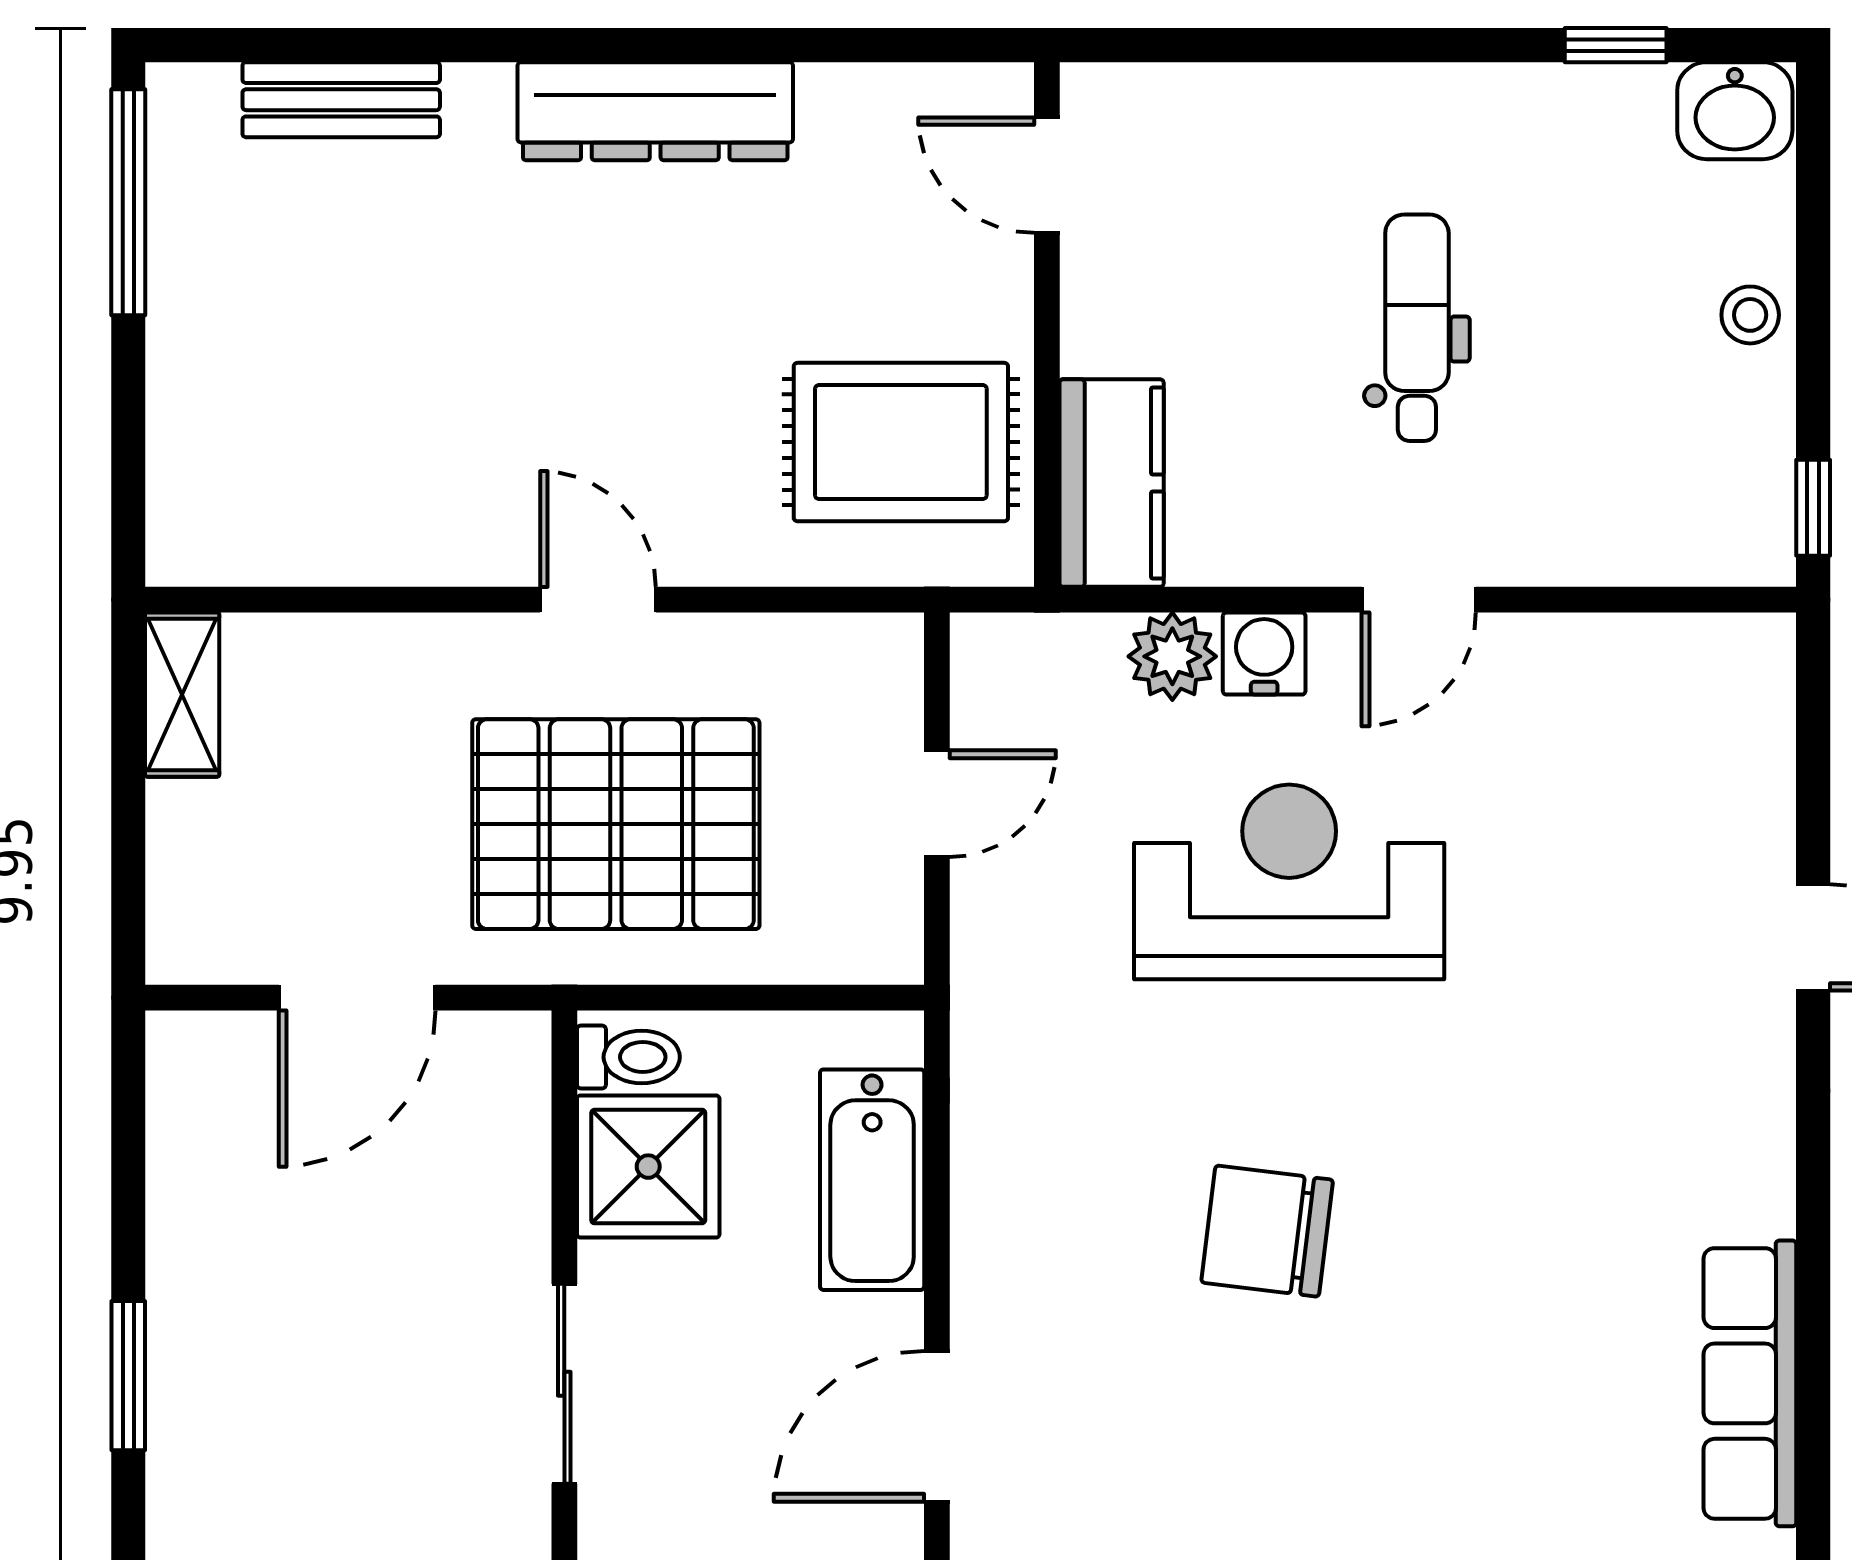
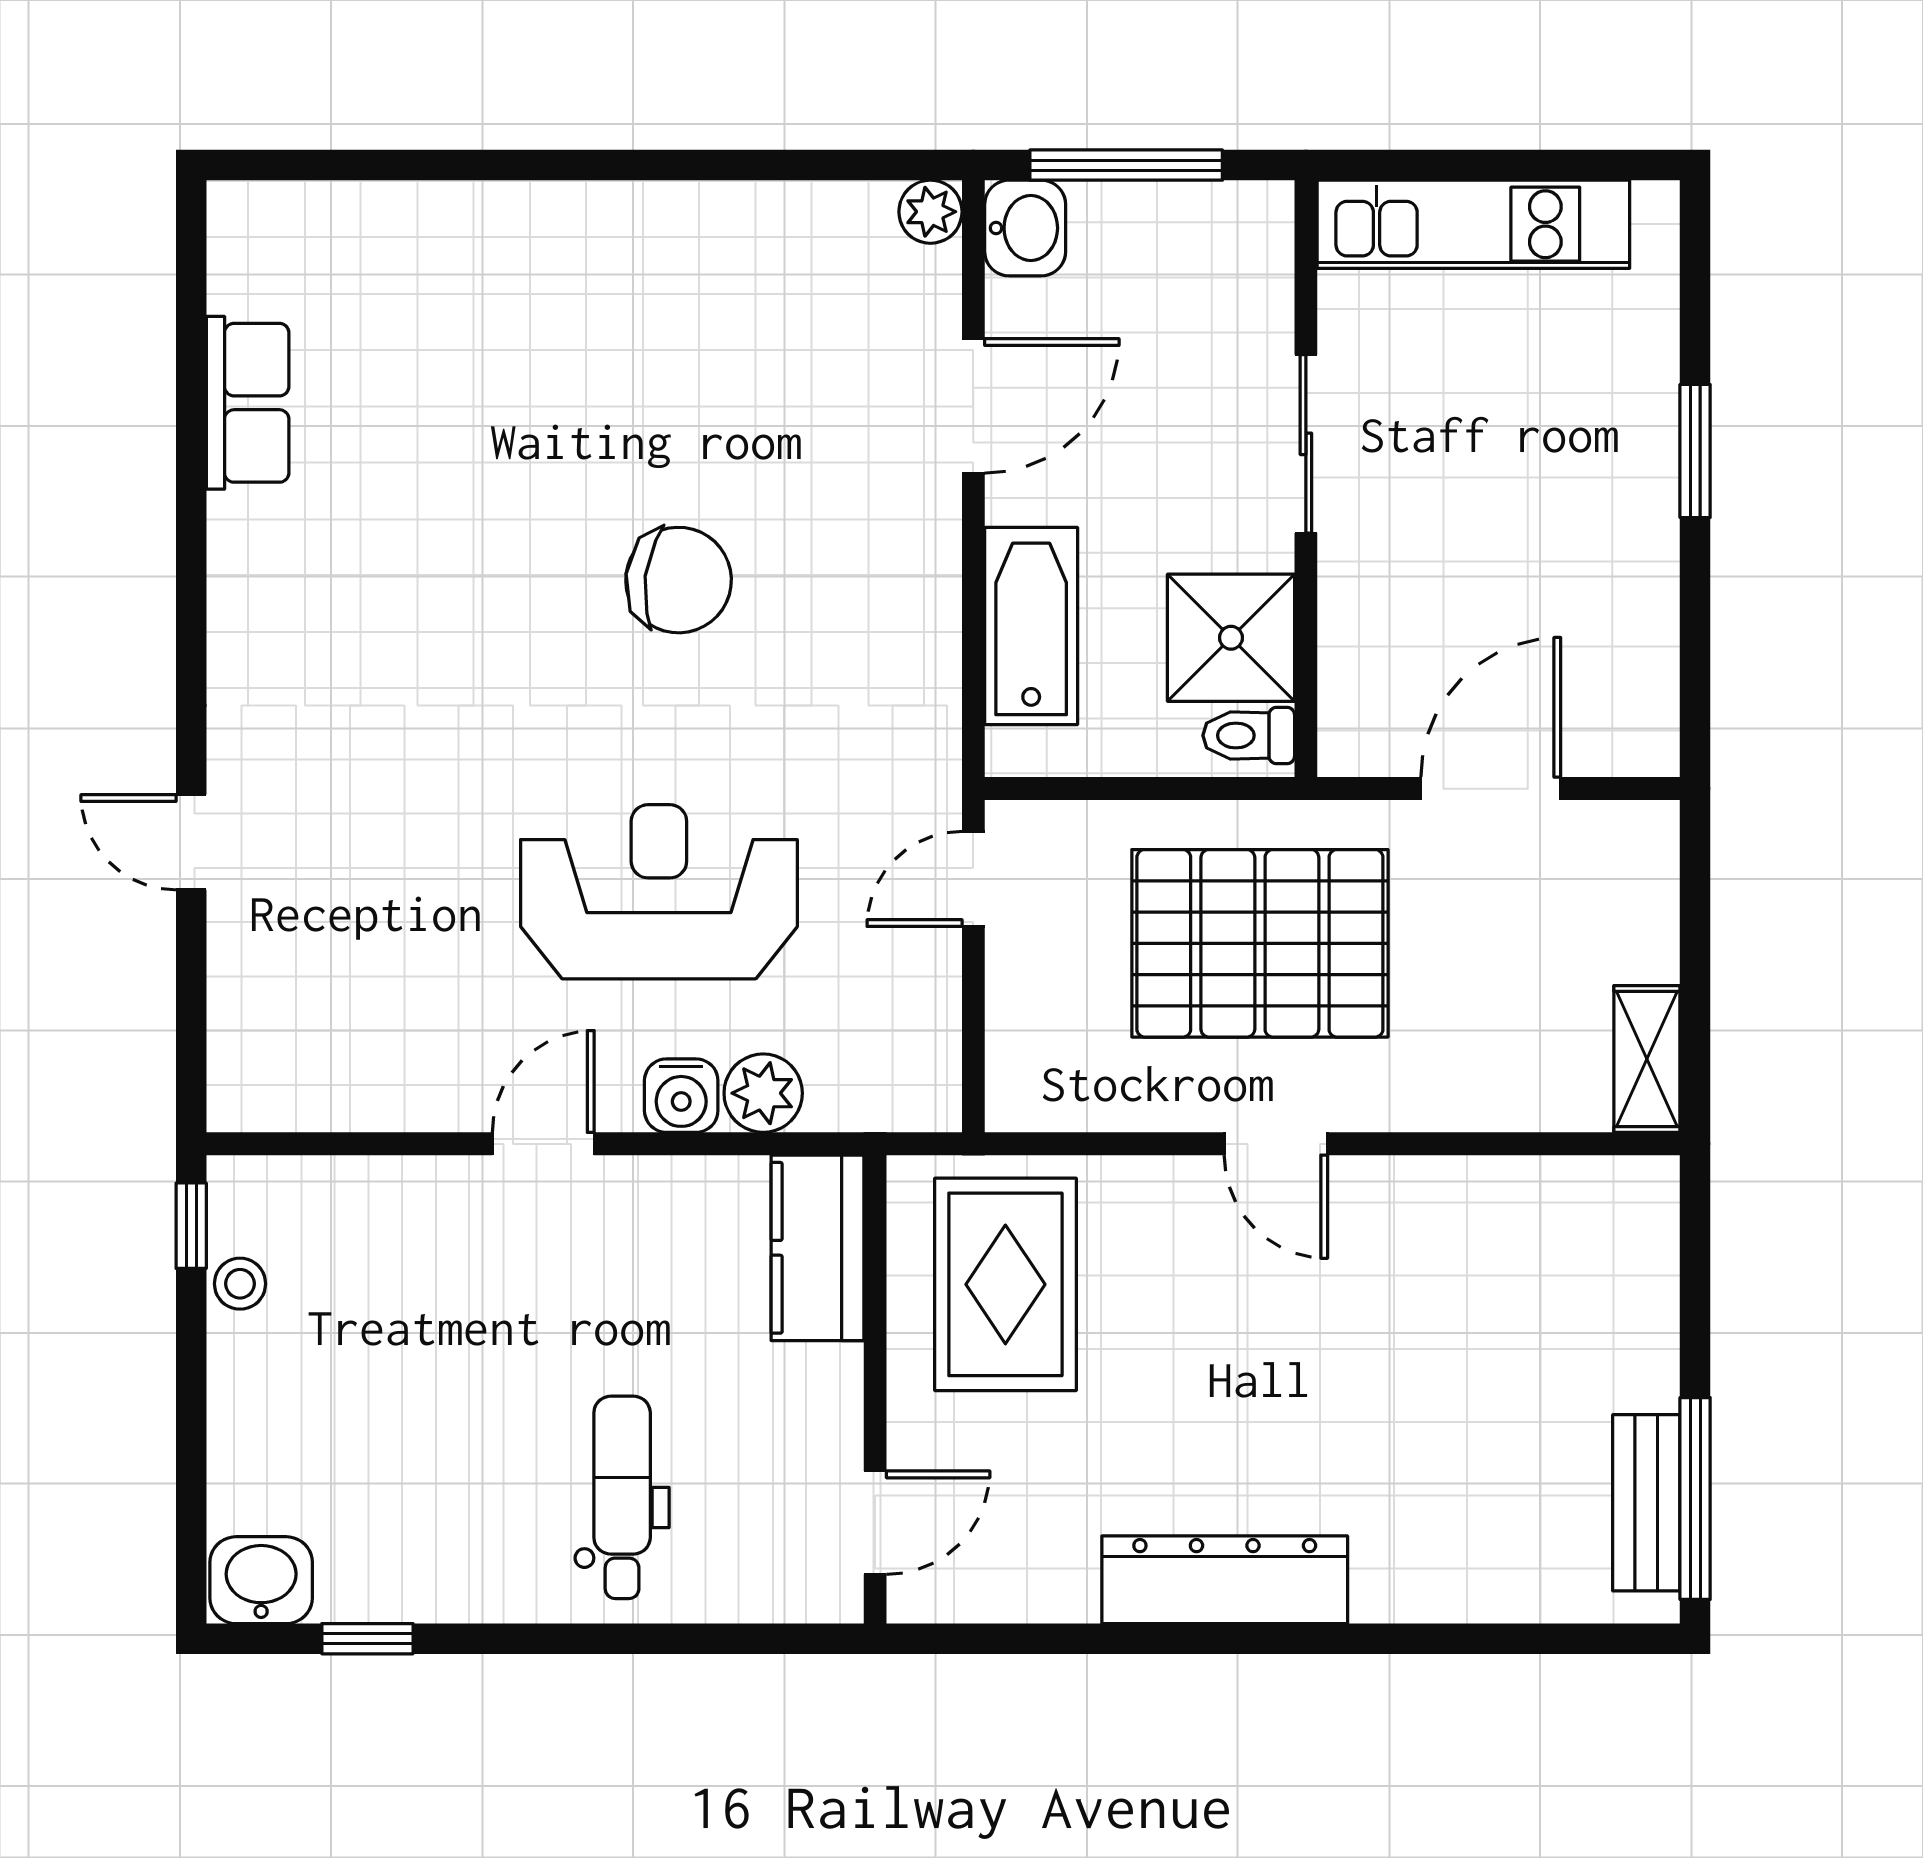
bench: (341, 100) -> (1646, 1503), moved, turned 90
door: (1047, 175) -> (875, 1523), hinge flipped
stool: (1750, 315) -> (240, 1284), moved
dental chair: (1417, 328) -> (622, 1497), moved, turned 180
rug: (901, 442) -> (1005, 1284), turned 90
door: (937, 804) -> (973, 879), moved
reception desk: (1289, 882) -> (659, 892), turned 180
row of seats: (1750, 1383) -> (248, 403), width x0.68

